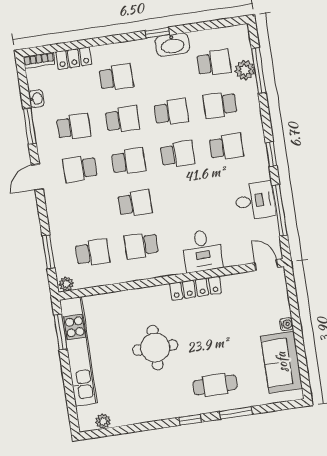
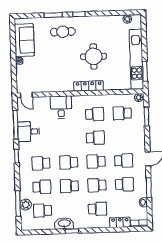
school desk: (116, 77) -> (98, 209), turned 180
school desk: (74, 127) -> (124, 184), turned 180
school desk: (135, 203) -> (95, 138), turned 180
locker: (196, 288) -> (89, 86), moved

